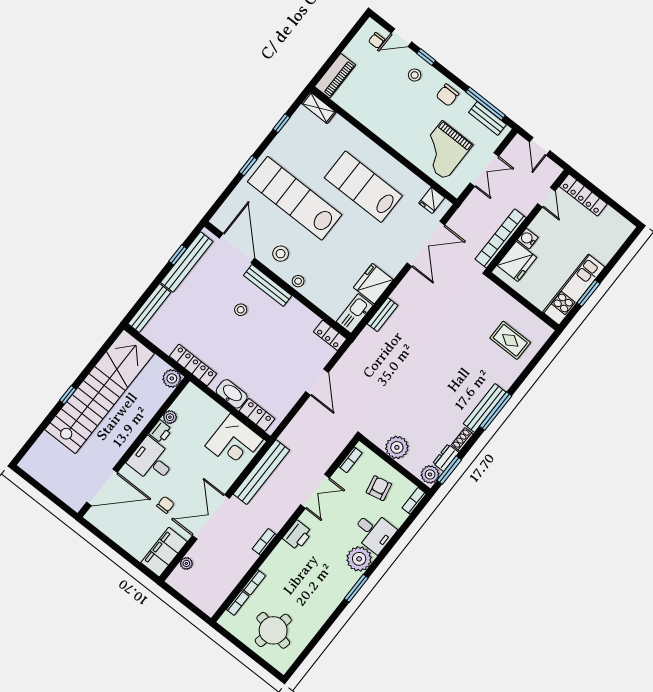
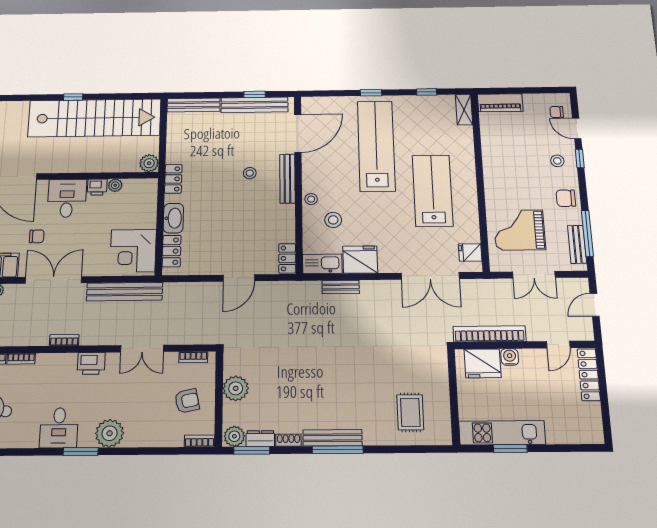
stool: (281, 254) -> (333, 220), moved
locker: (193, 365) -> (173, 179), width x0.66
desk: (374, 532) -> (59, 428), moved

